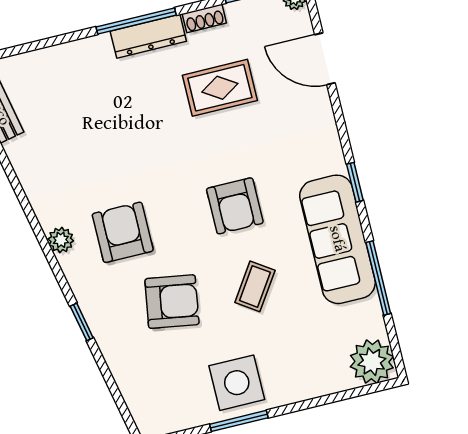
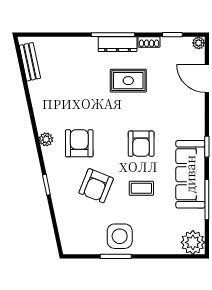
rug: (220, 88) -> (128, 81), moved
coffee table: (255, 286) -> (141, 188), turned 56
armchair: (172, 302) -> (96, 186), turned 103

